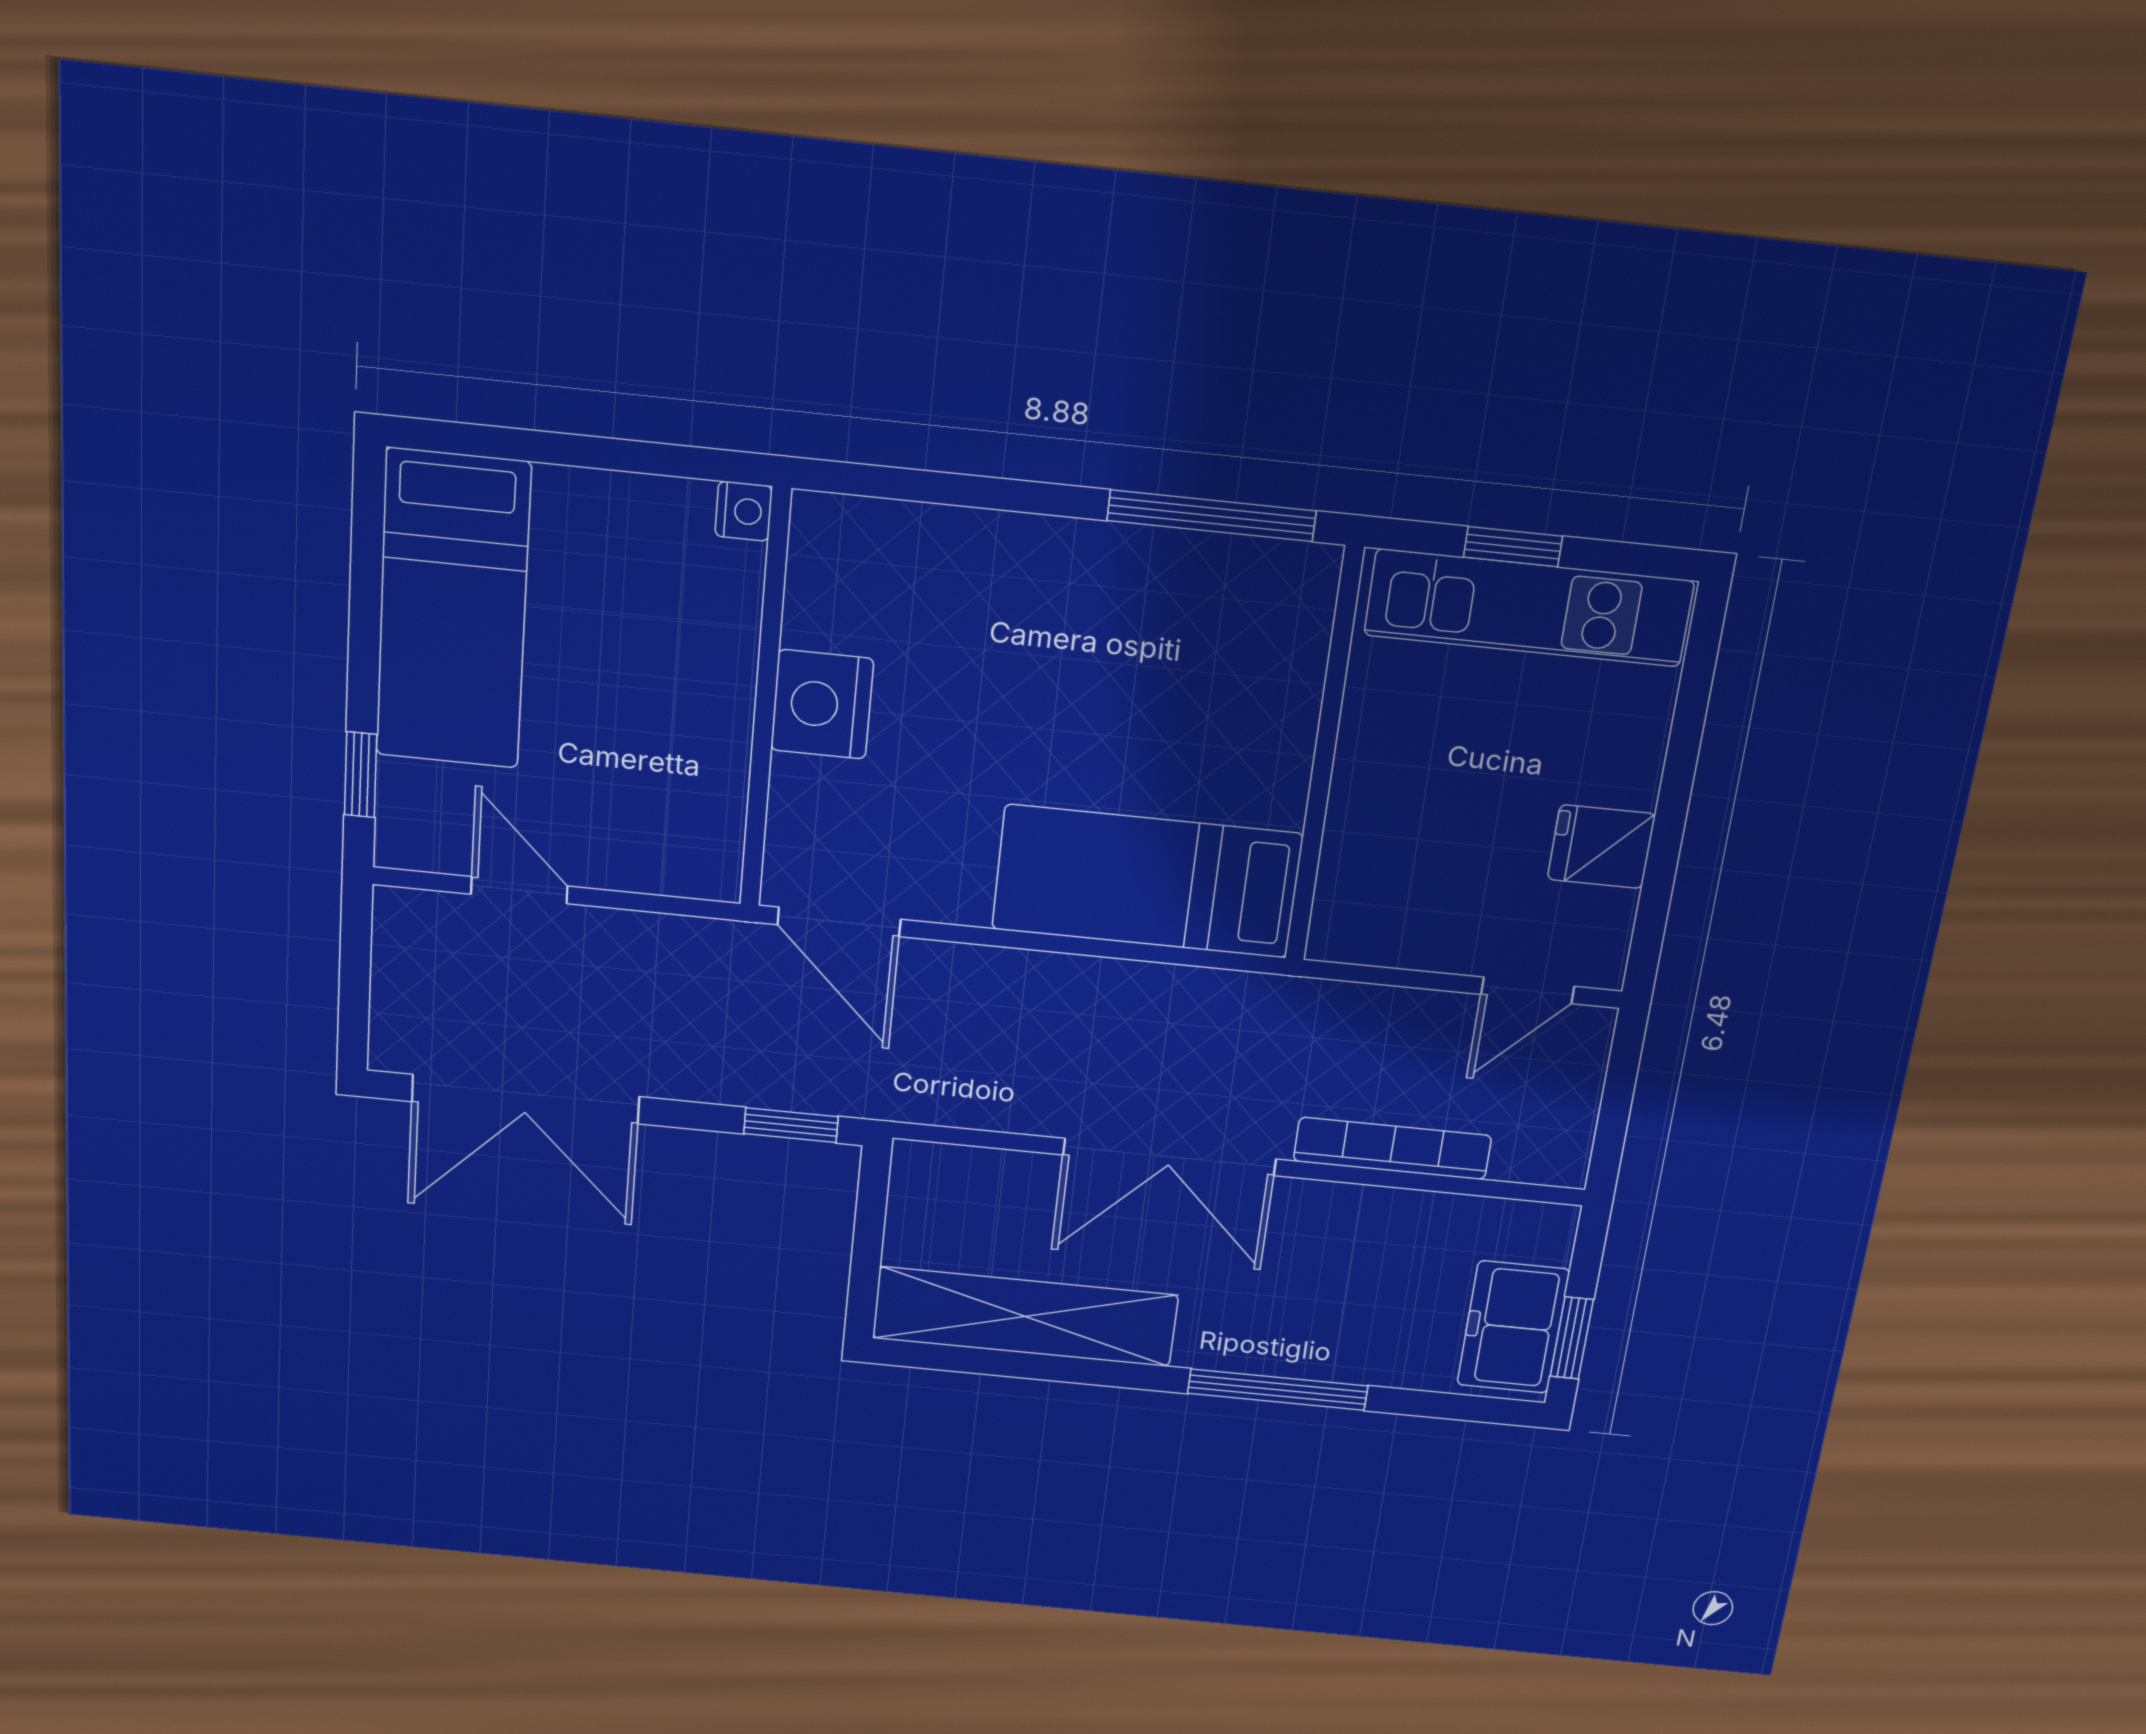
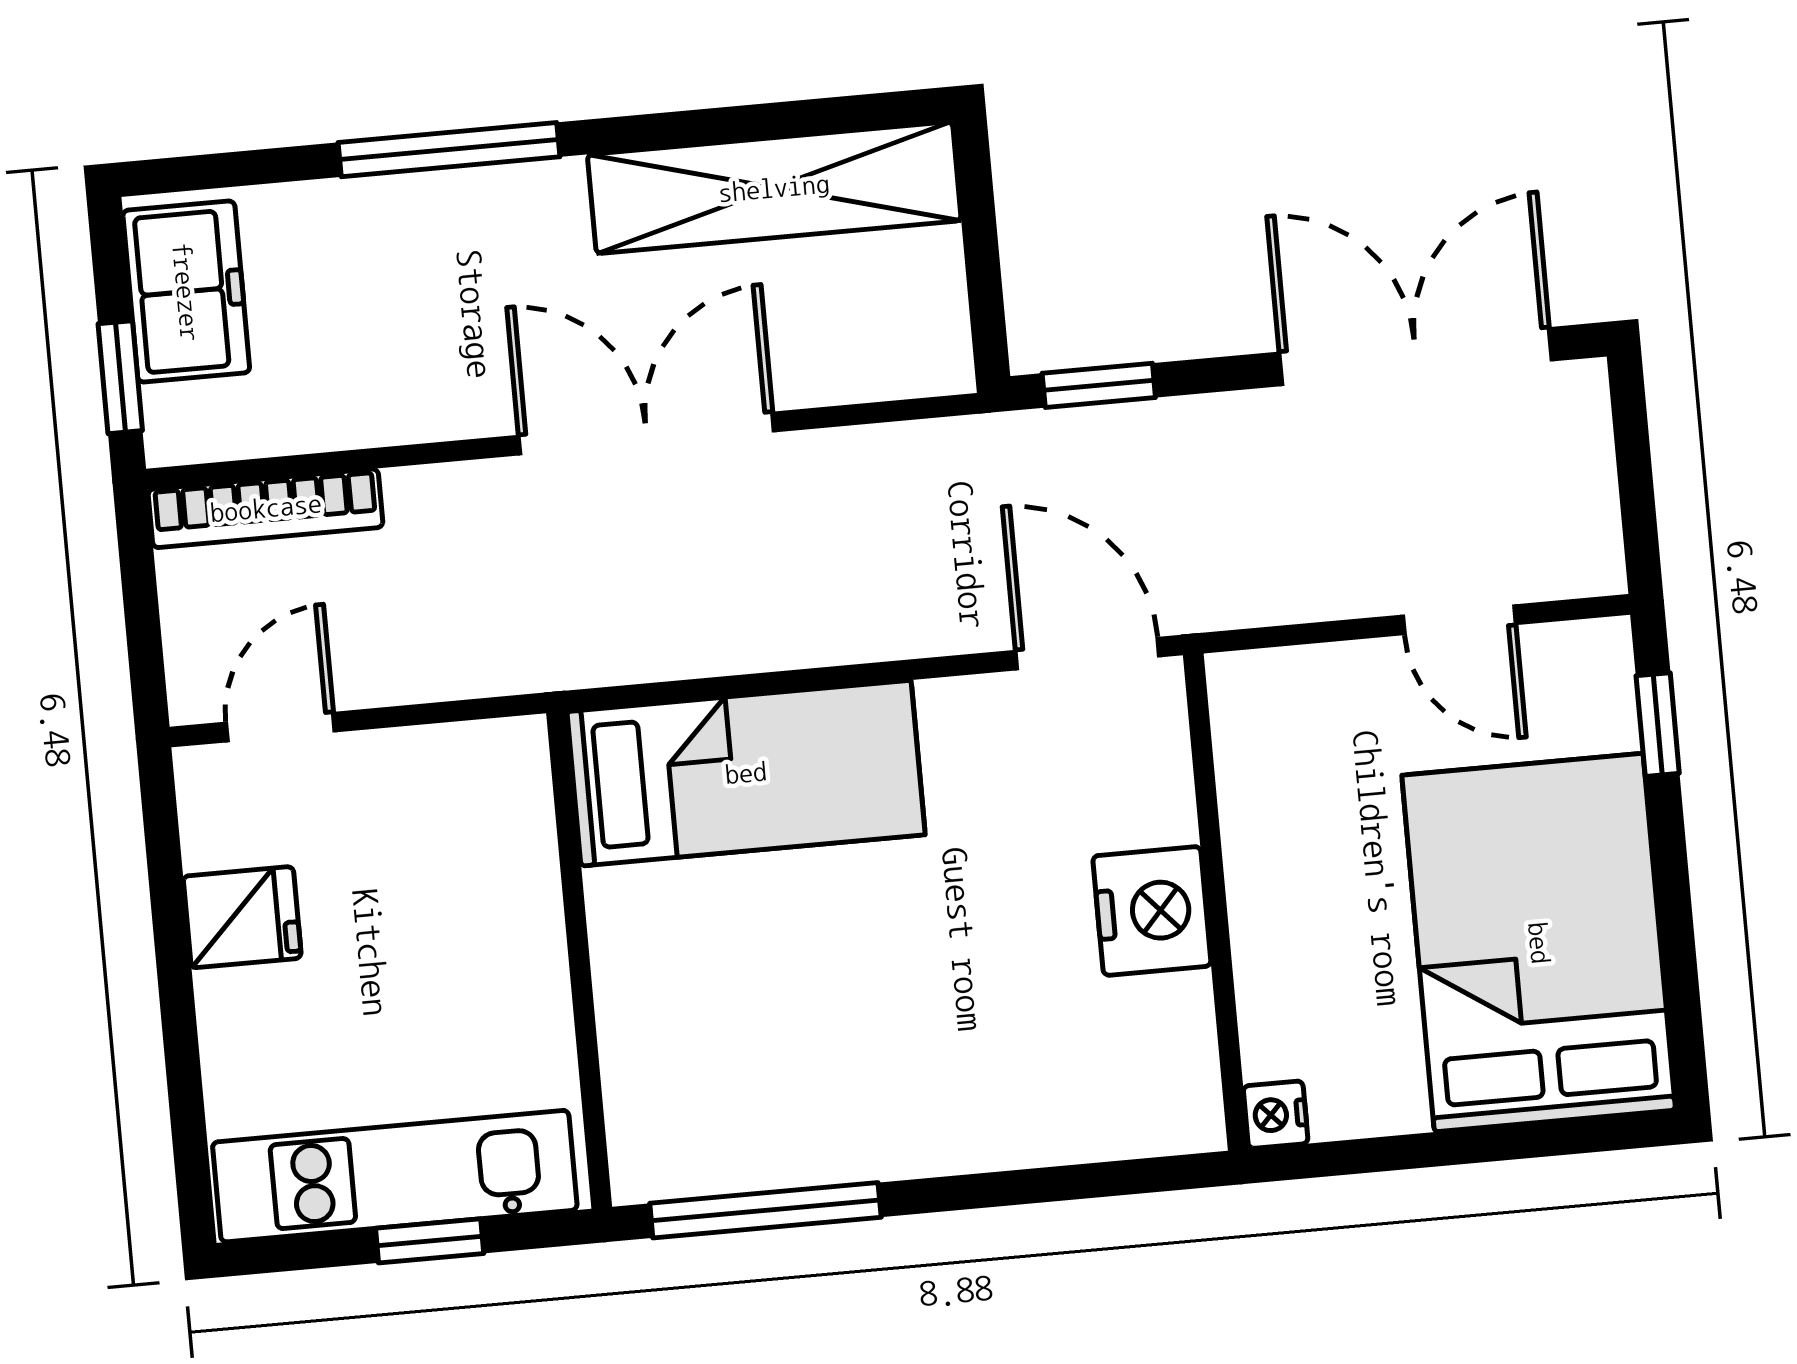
bed: (453, 610) -> (1539, 943), width x1.50
bookcase: (1392, 1148) -> (266, 508), moved
window: (1572, 1338) -> (120, 377), moved

